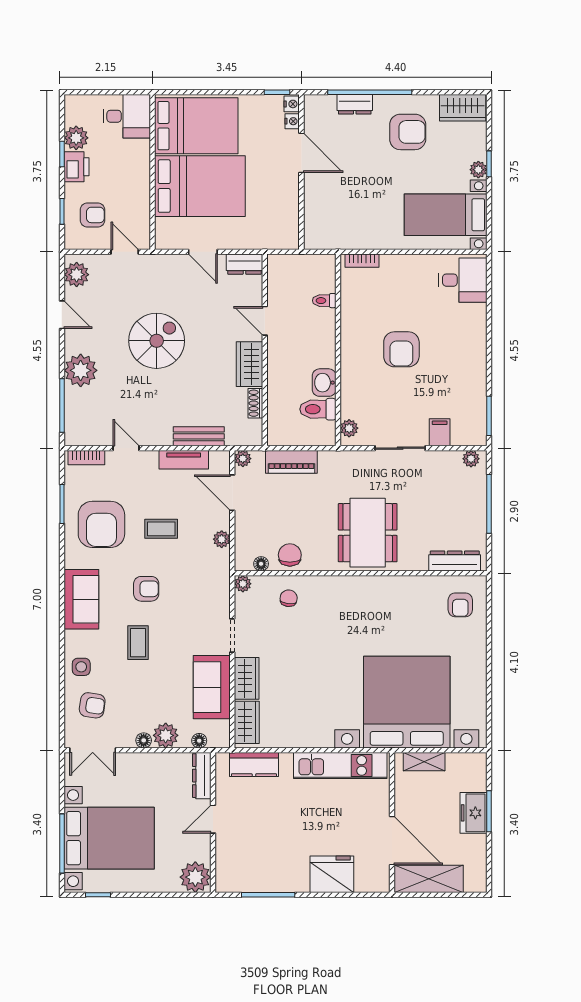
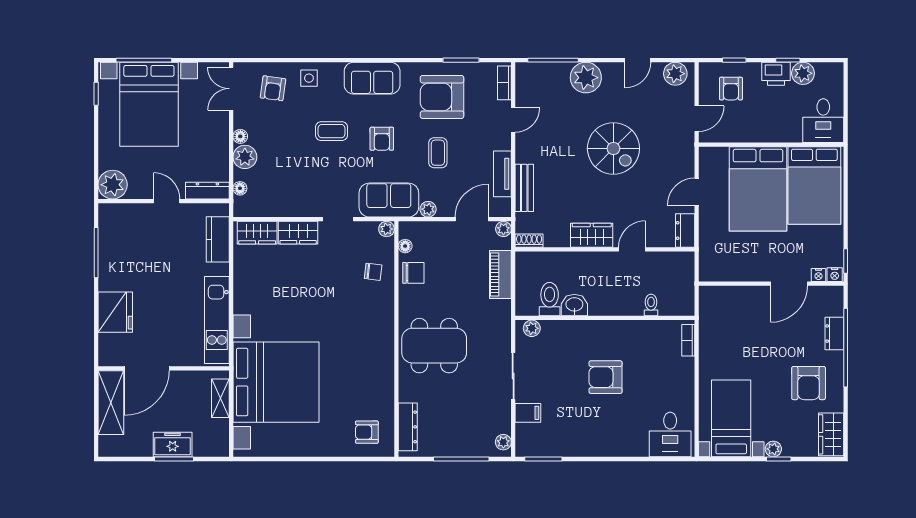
shoe rack: (255, 403) -> (529, 241), moved
sofa: (212, 687) -> (389, 200), moved

